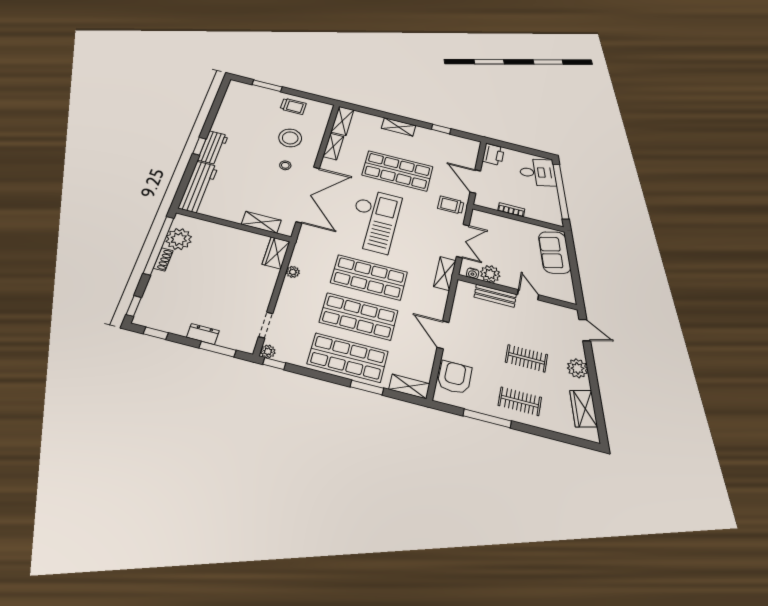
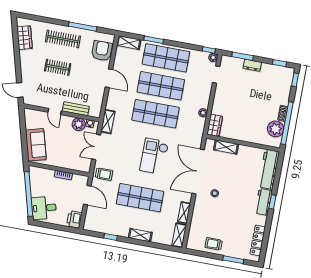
locker: (228, 103) -> (258, 240), added
stool: (290, 138) -> (213, 216), removed
checkout: (374, 221) -> (154, 156), width x0.73, depth x0.83
plant: (577, 368) -> (26, 64), removed
armchair: (455, 377) -> (102, 51), turned 180
clothes rail: (520, 401) -> (63, 39), width x1.36

